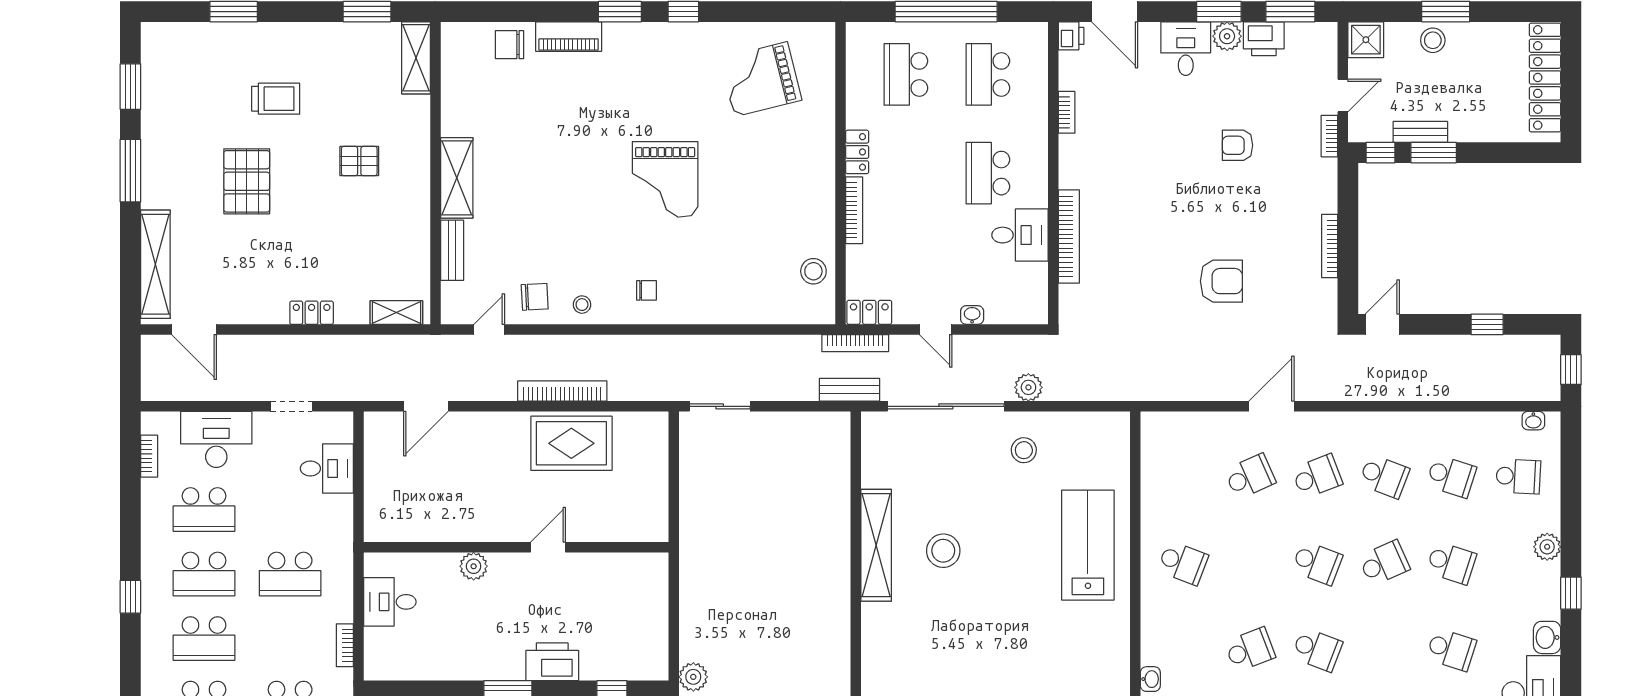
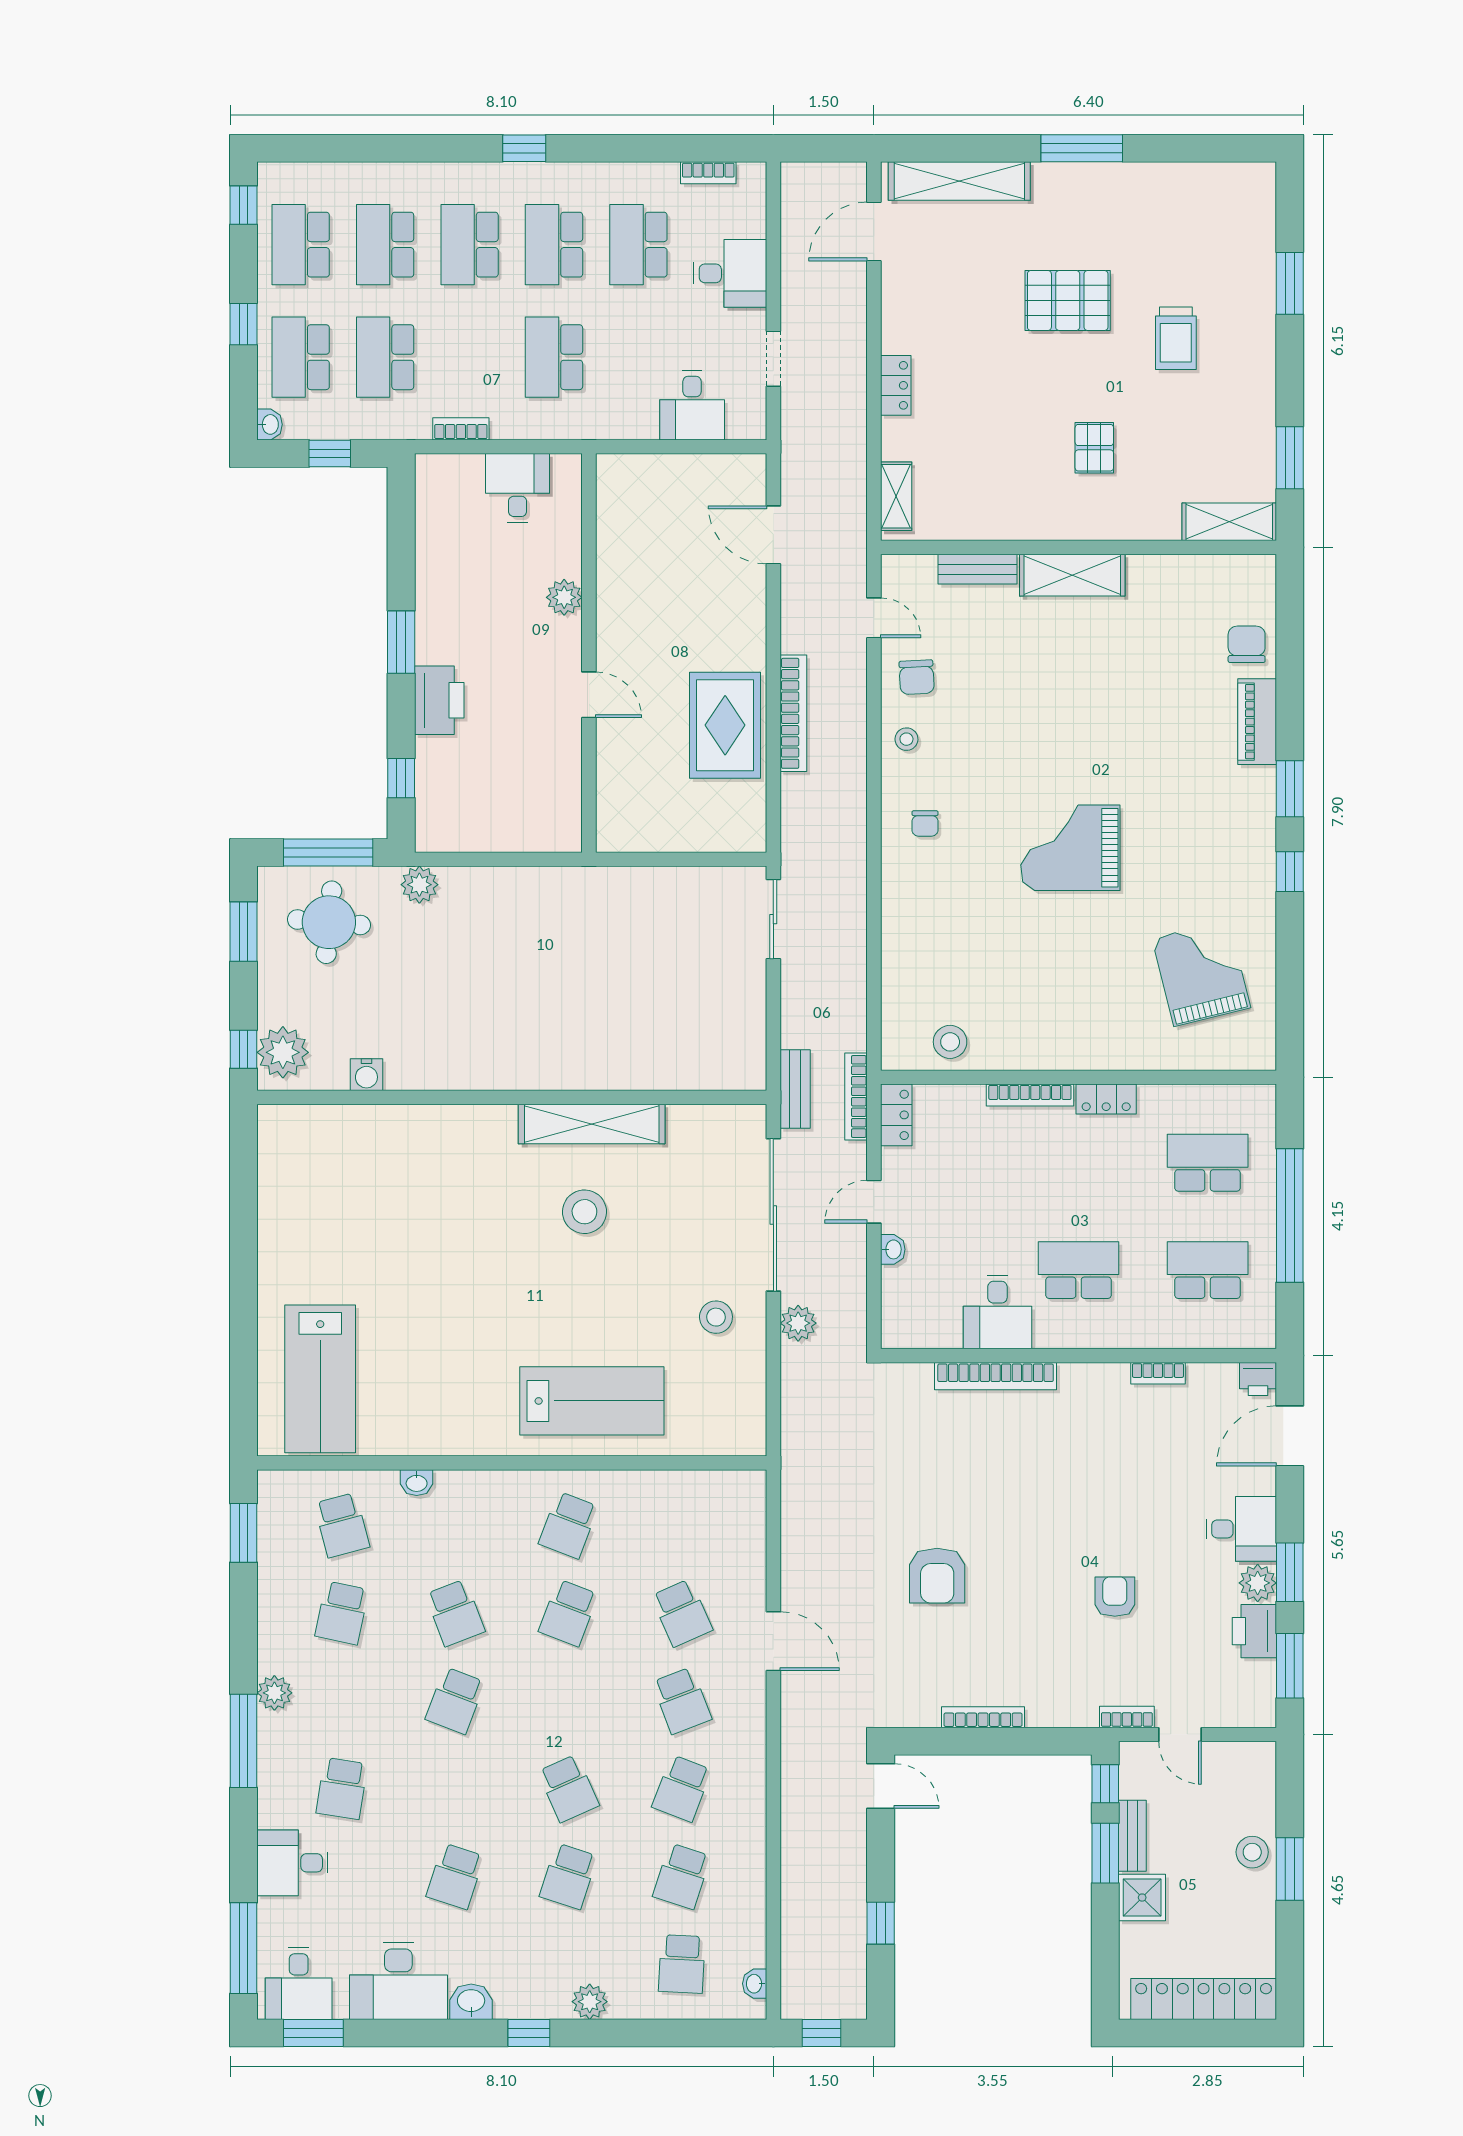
shower: (1366, 40) -> (1142, 1898), moved
window: (130, 87) -> (1192, 148), removed
desk: (216, 439) -> (730, 273), width x0.73
school desk: (1317, 563) -> (568, 1613), moved

